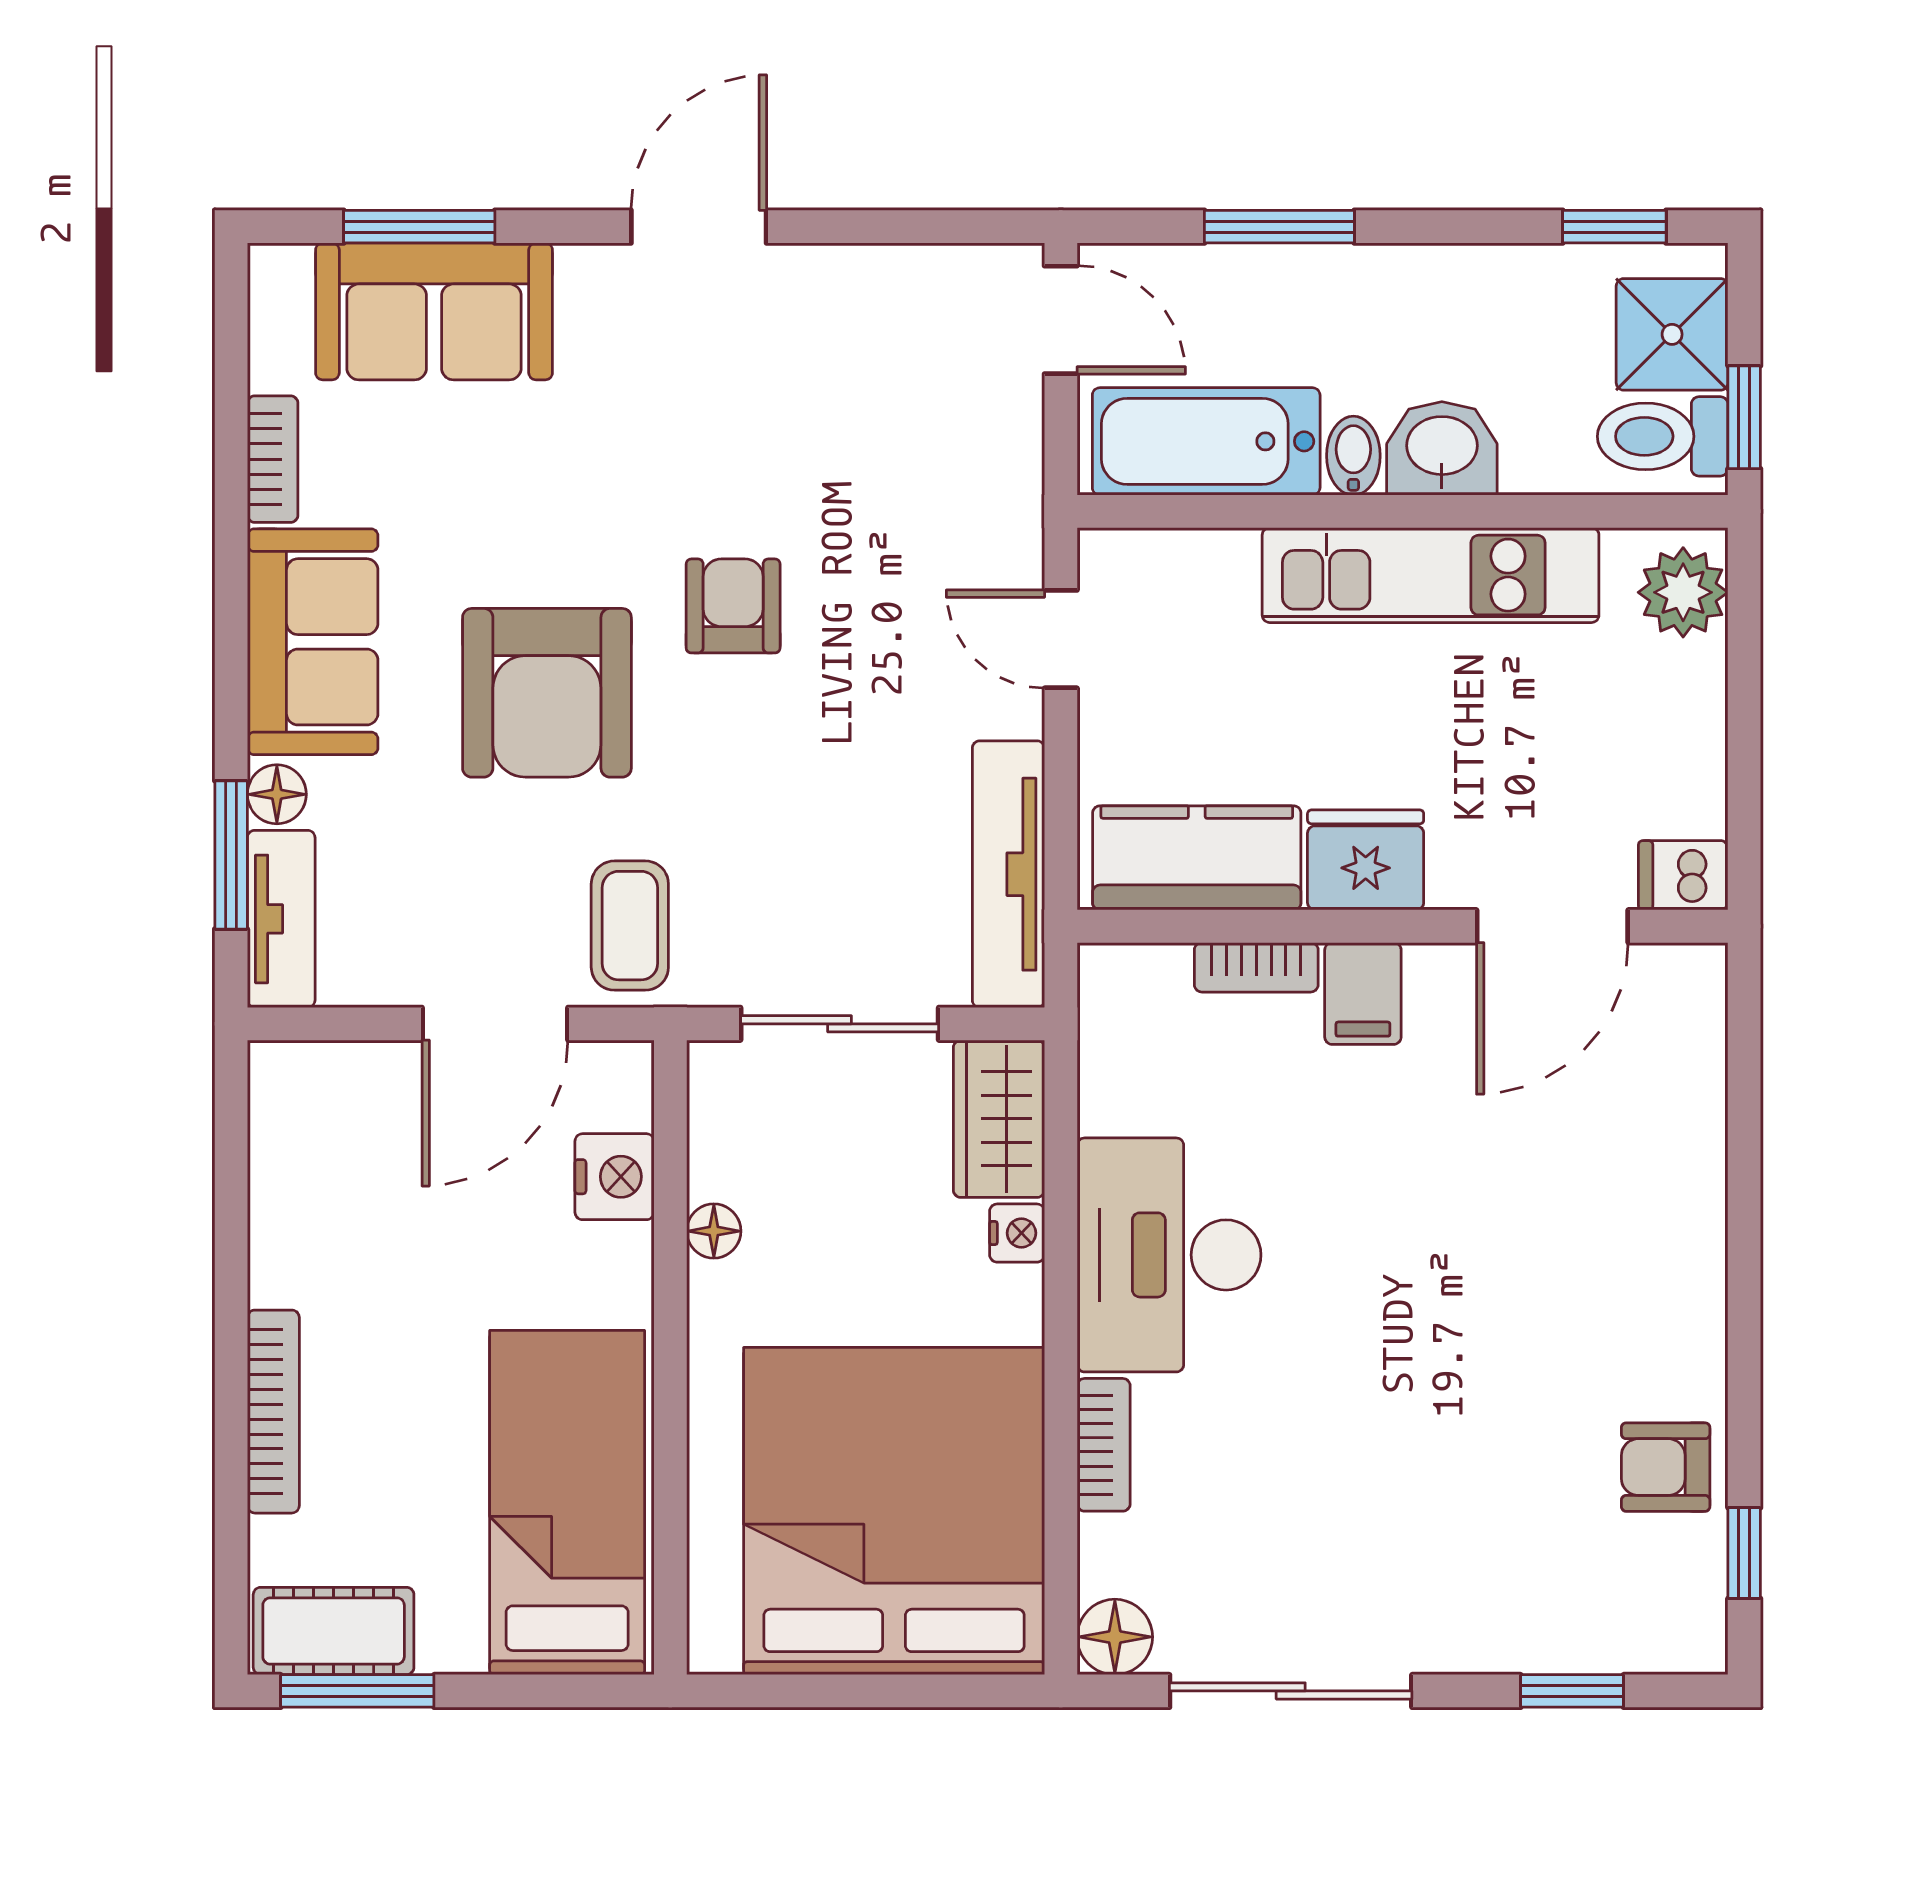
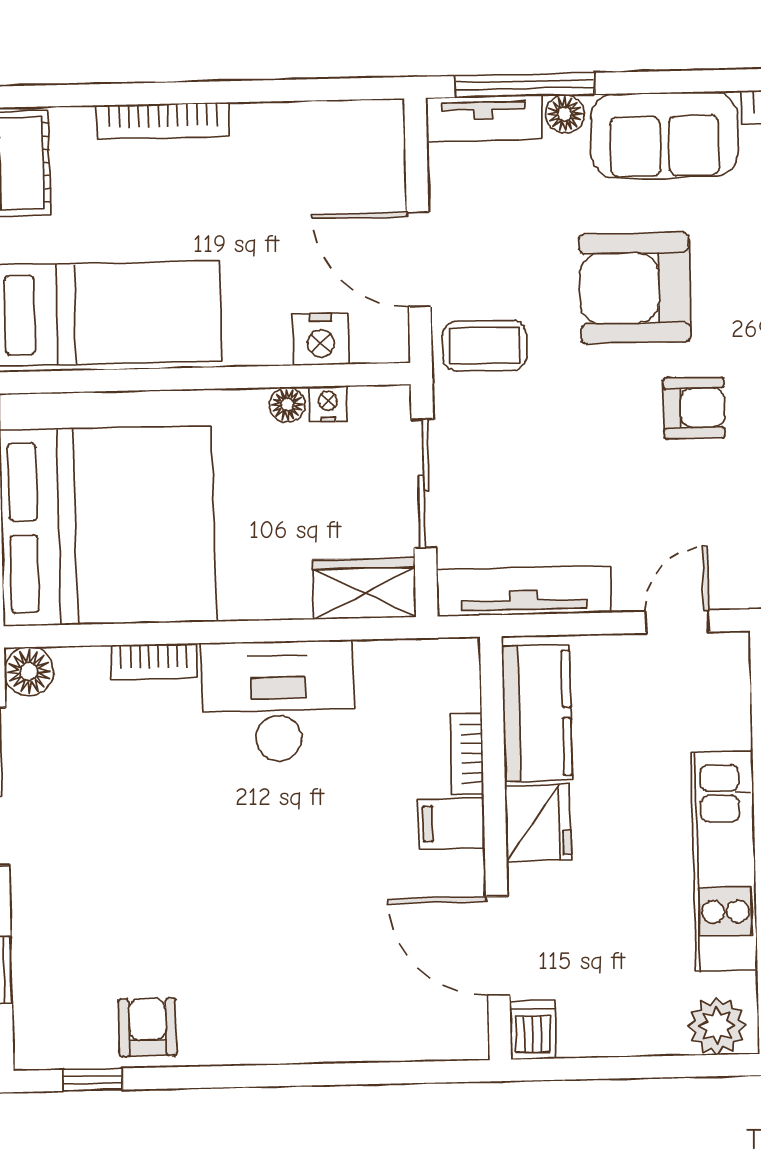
window: (231, 855) -> (525, 85), width x1.44
nightstand: (1017, 1233) -> (328, 404), moved, turned 180

